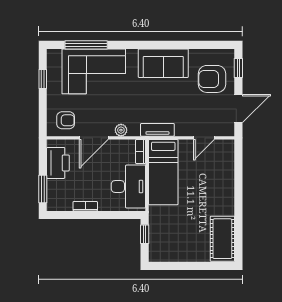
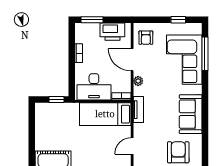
door: (204, 138) -> (132, 146), hinge flipped

